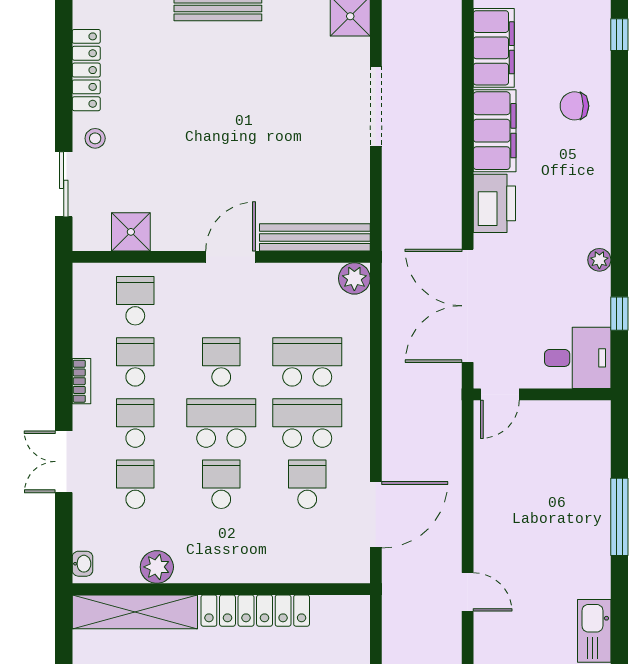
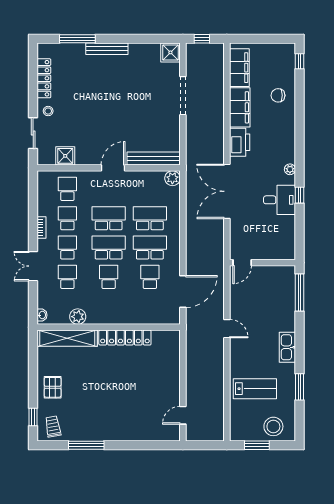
desk: (578, 358) -> (280, 200), moved
school desk: (221, 362) -> (109, 218), width x1.85
door: (500, 394) -> (242, 263), moved
wall: (542, 394) -> (262, 263), moved

